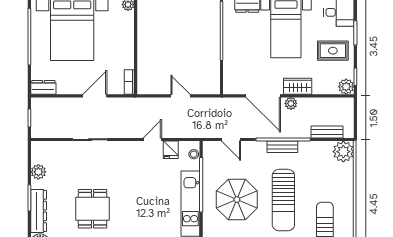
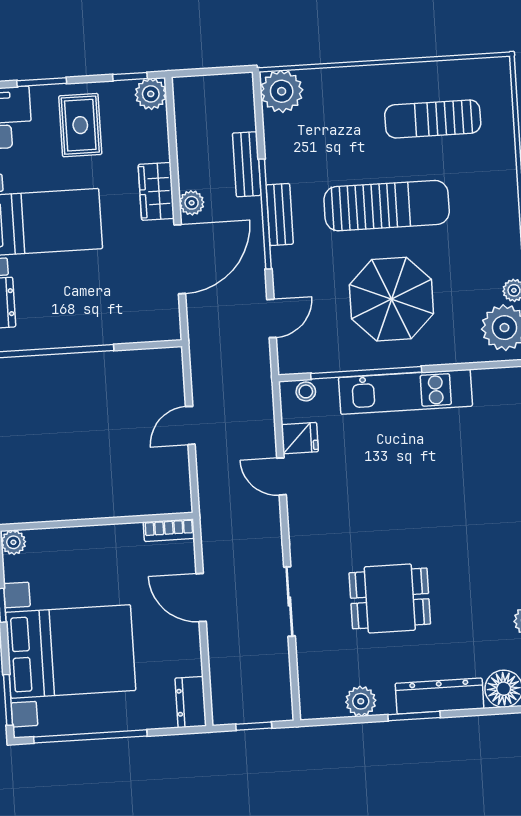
bench: (327, 132) -> (247, 164), moved
dining table: (93, 209) -> (390, 598), moved

